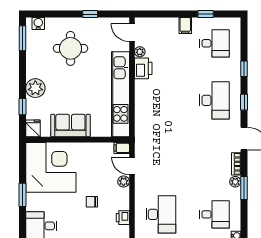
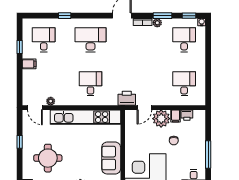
door: (132, 33) -> (35, 108), hinge flipped
printer: (143, 68) -> (127, 98), moved
desk: (161, 100) -> (91, 84), added
window: (244, 102) -> (189, 16), moved
filing cabinet: (122, 148) -> (176, 116), moved
plant: (124, 182) -> (161, 119), width x1.88, depth x1.88
desk: (161, 214) -> (184, 84), width x0.73

